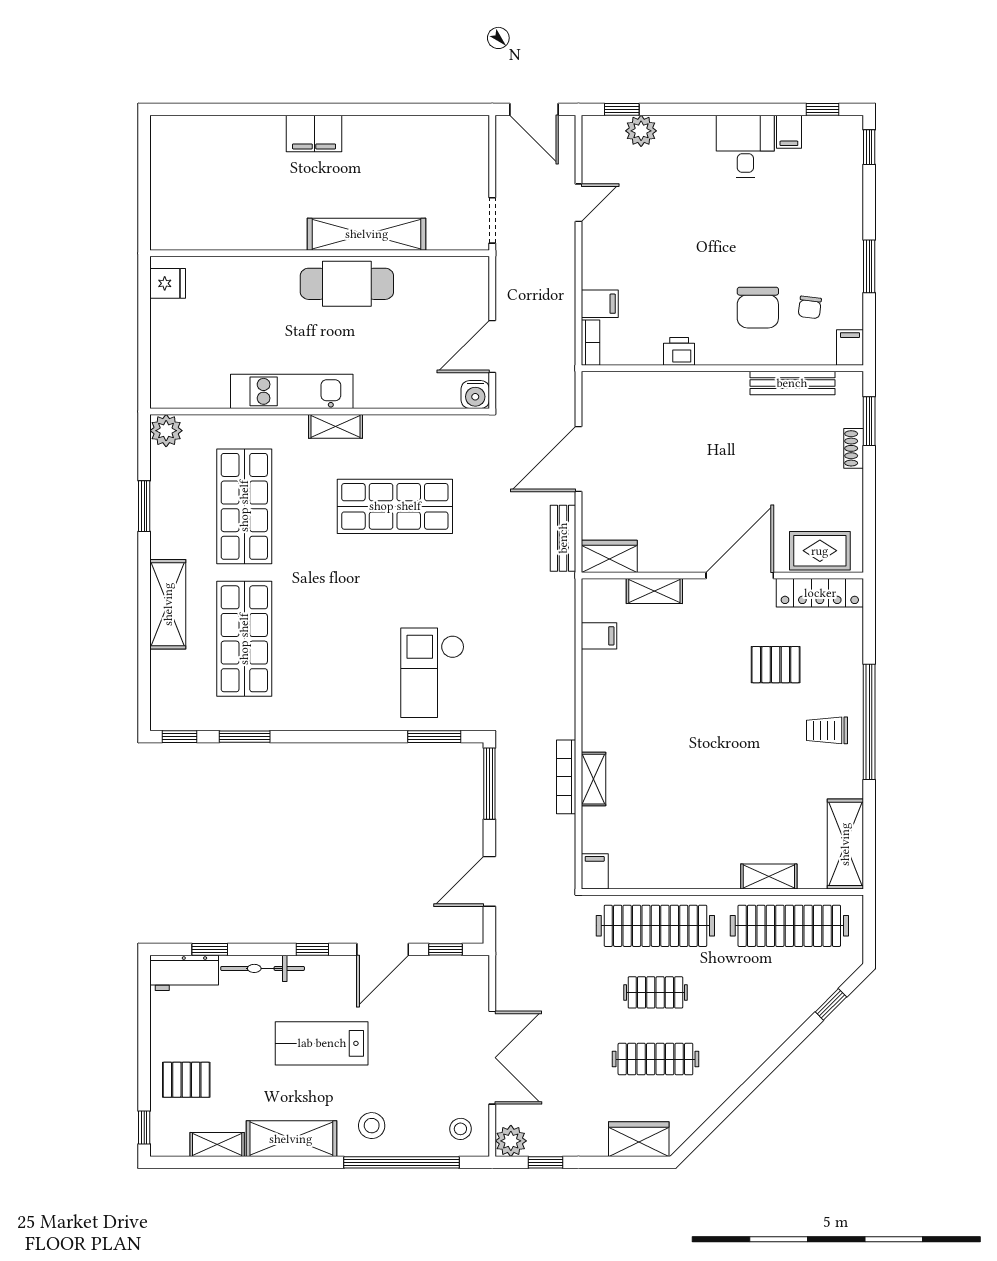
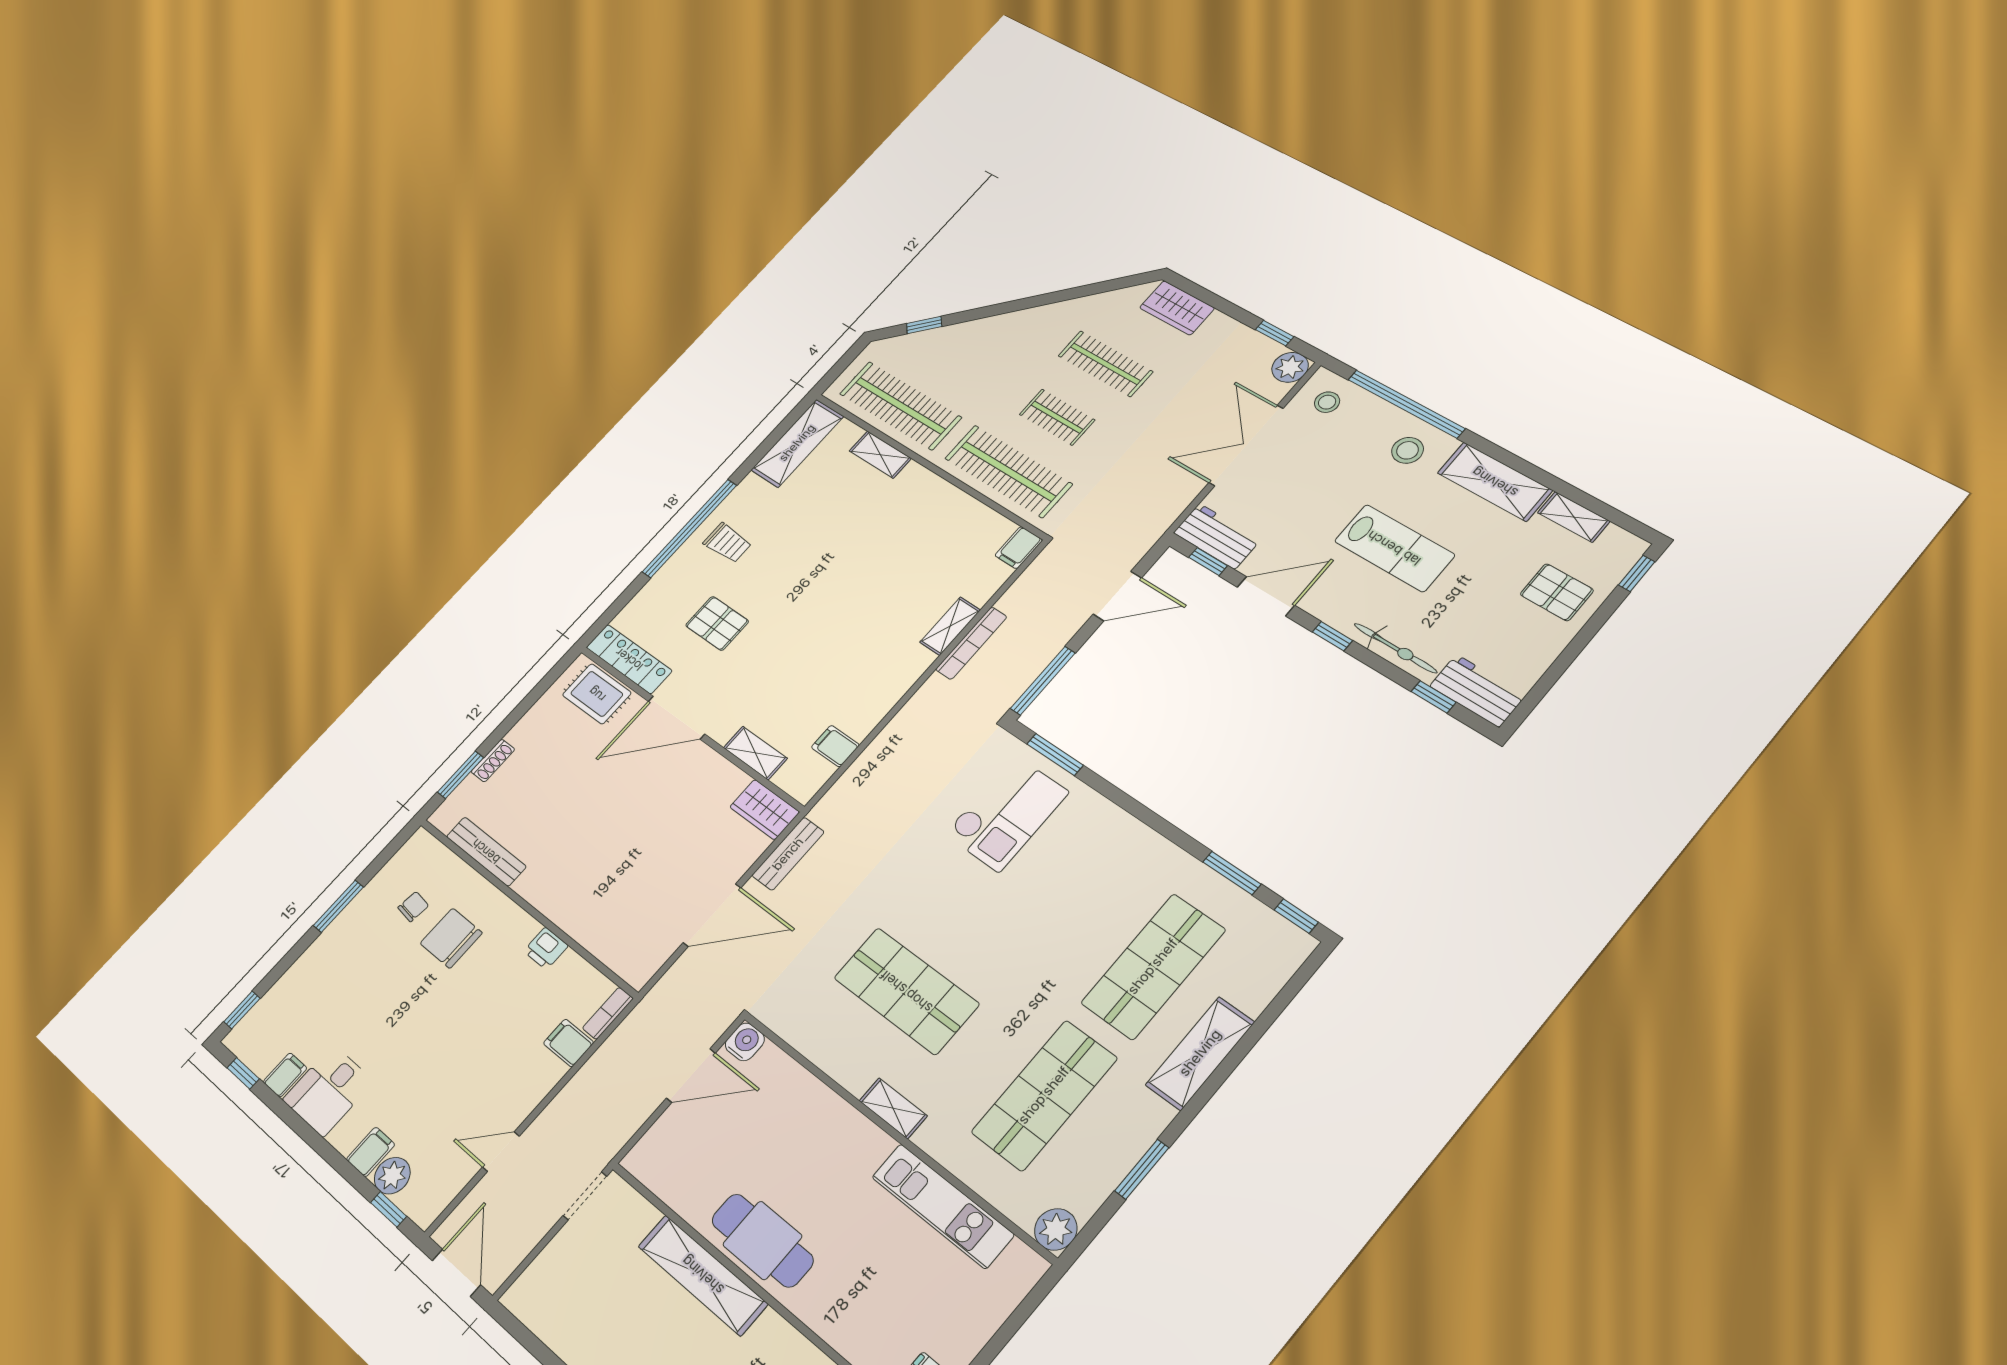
chair: (758, 308) -> (451, 938), turned -90
filing cabinet: (850, 348) -> (371, 1152), moved, turned 180
kitchen unit: (292, 391) -> (943, 1206), moved
workbench: (455, 973) -> (1217, 536), added

